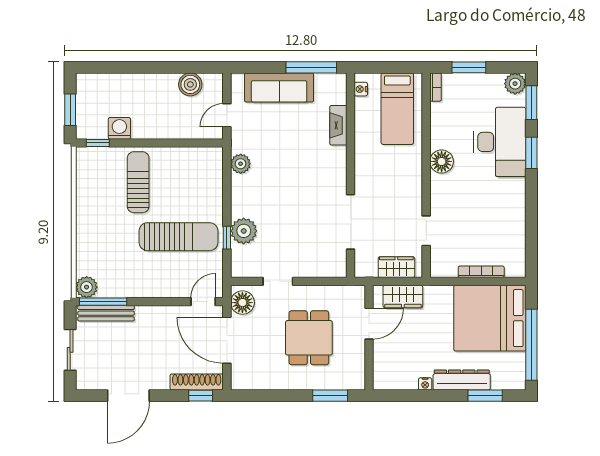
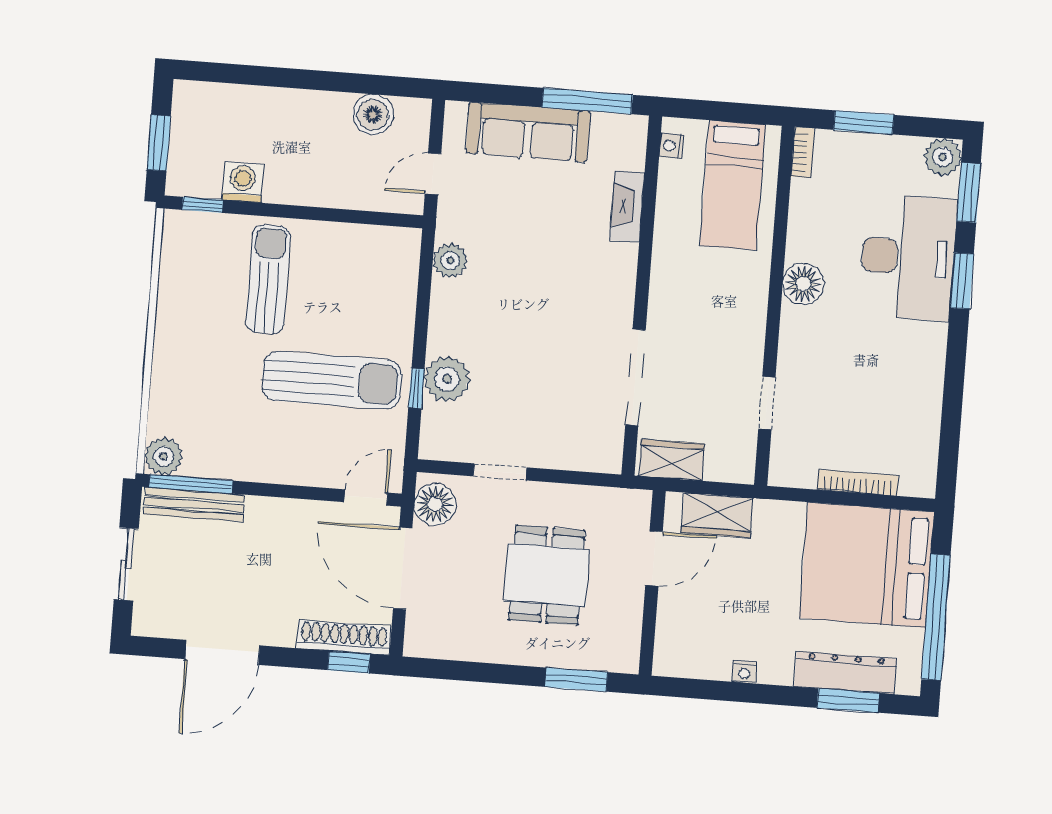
wardrobe: (396, 267) -> (672, 460), moved
dresser: (462, 380) -> (845, 673), moved

